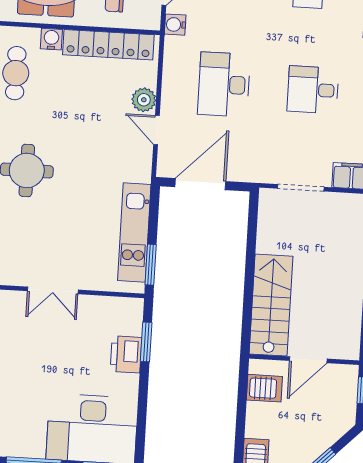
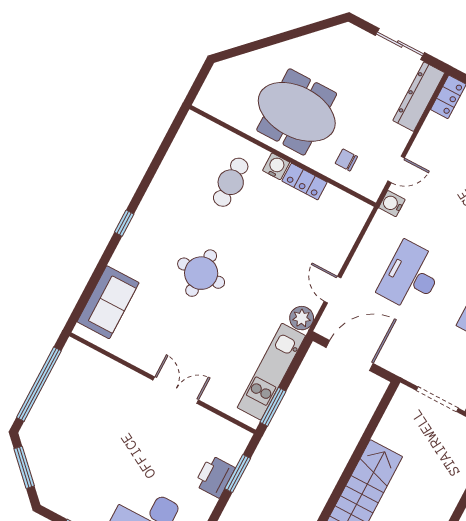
locker: (108, 45) -> (305, 182), width x0.46, depth x0.83
plant: (144, 100) -> (302, 318), moved
double door: (53, 290) -> (176, 390), swing flipped

